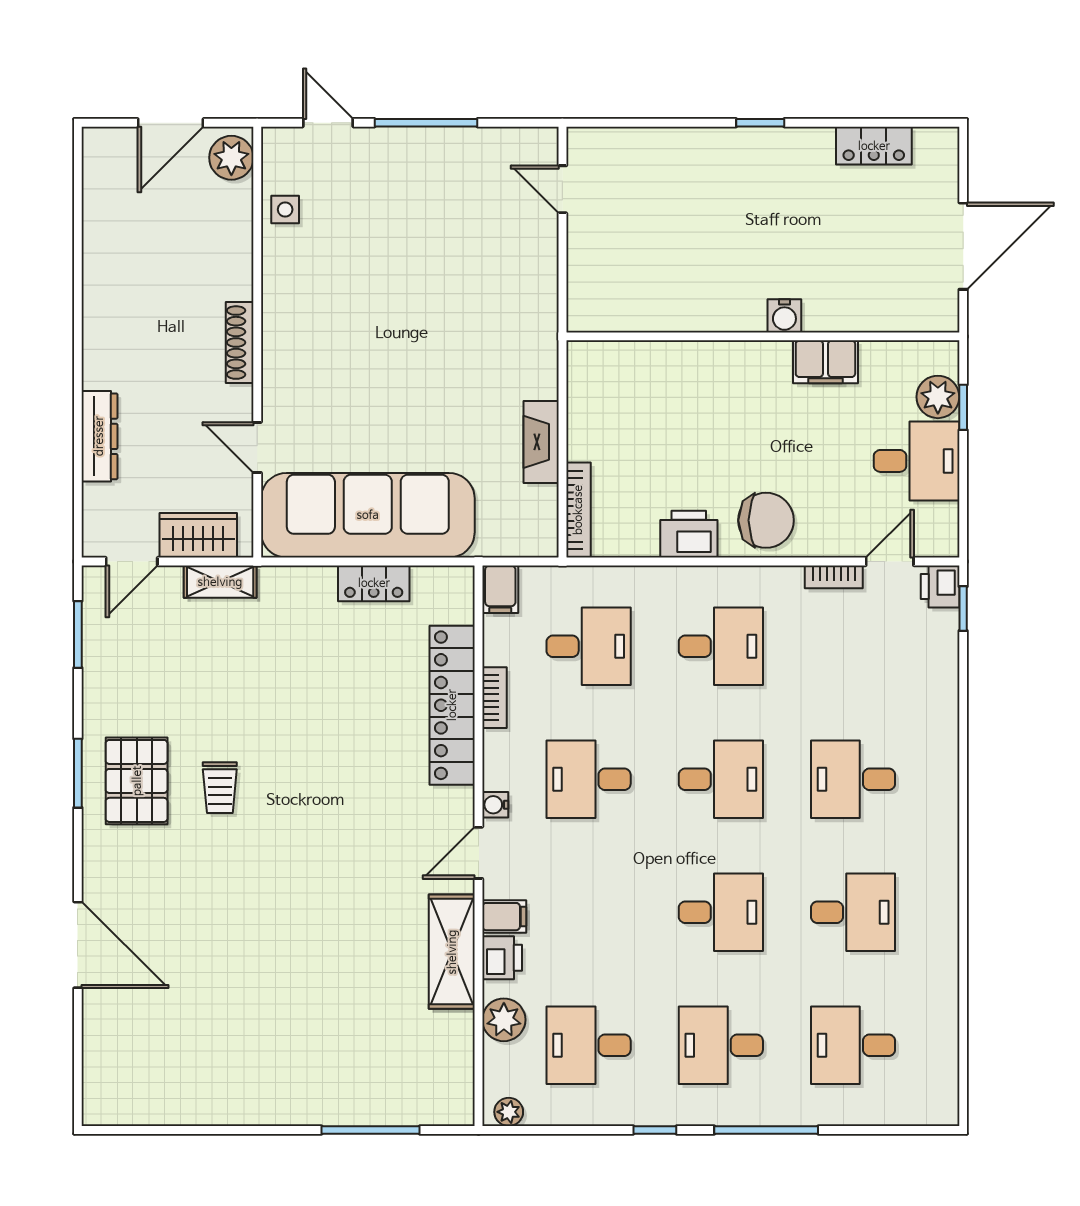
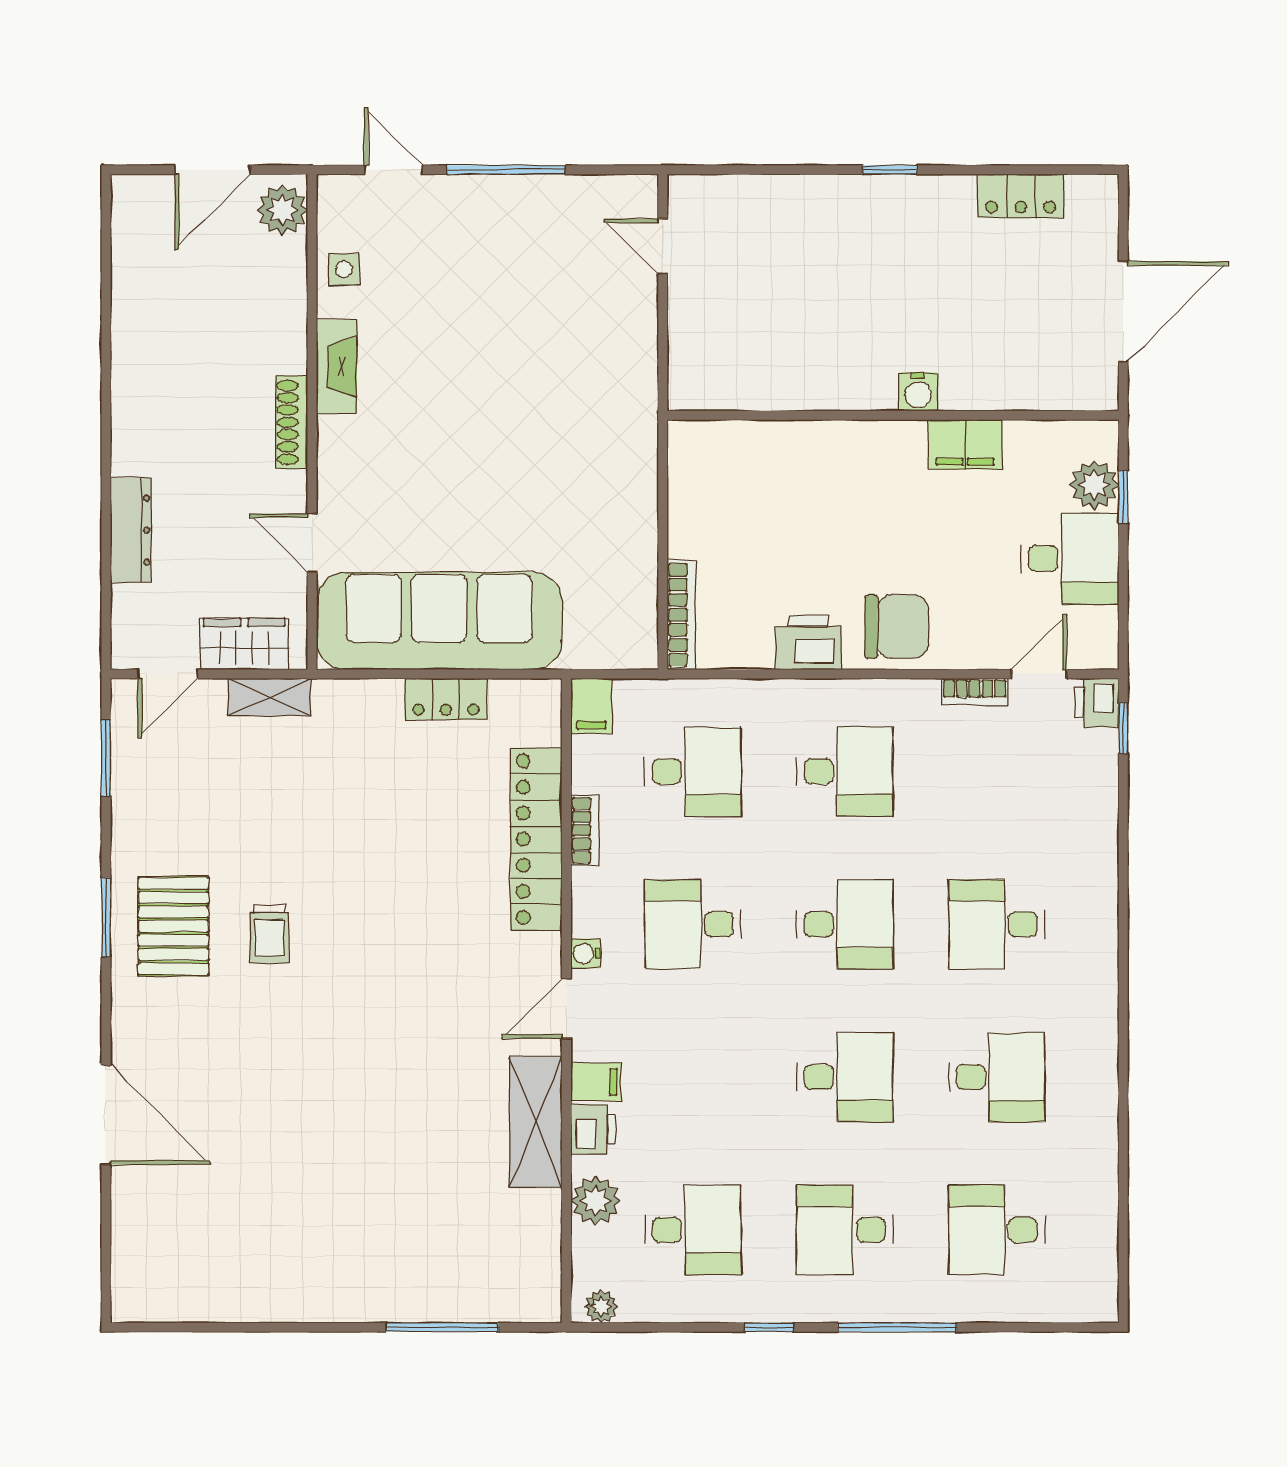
fireplace: (541, 442) -> (337, 367), moved, turned 180
desk: (589, 1045) -> (693, 1230), turned 180

